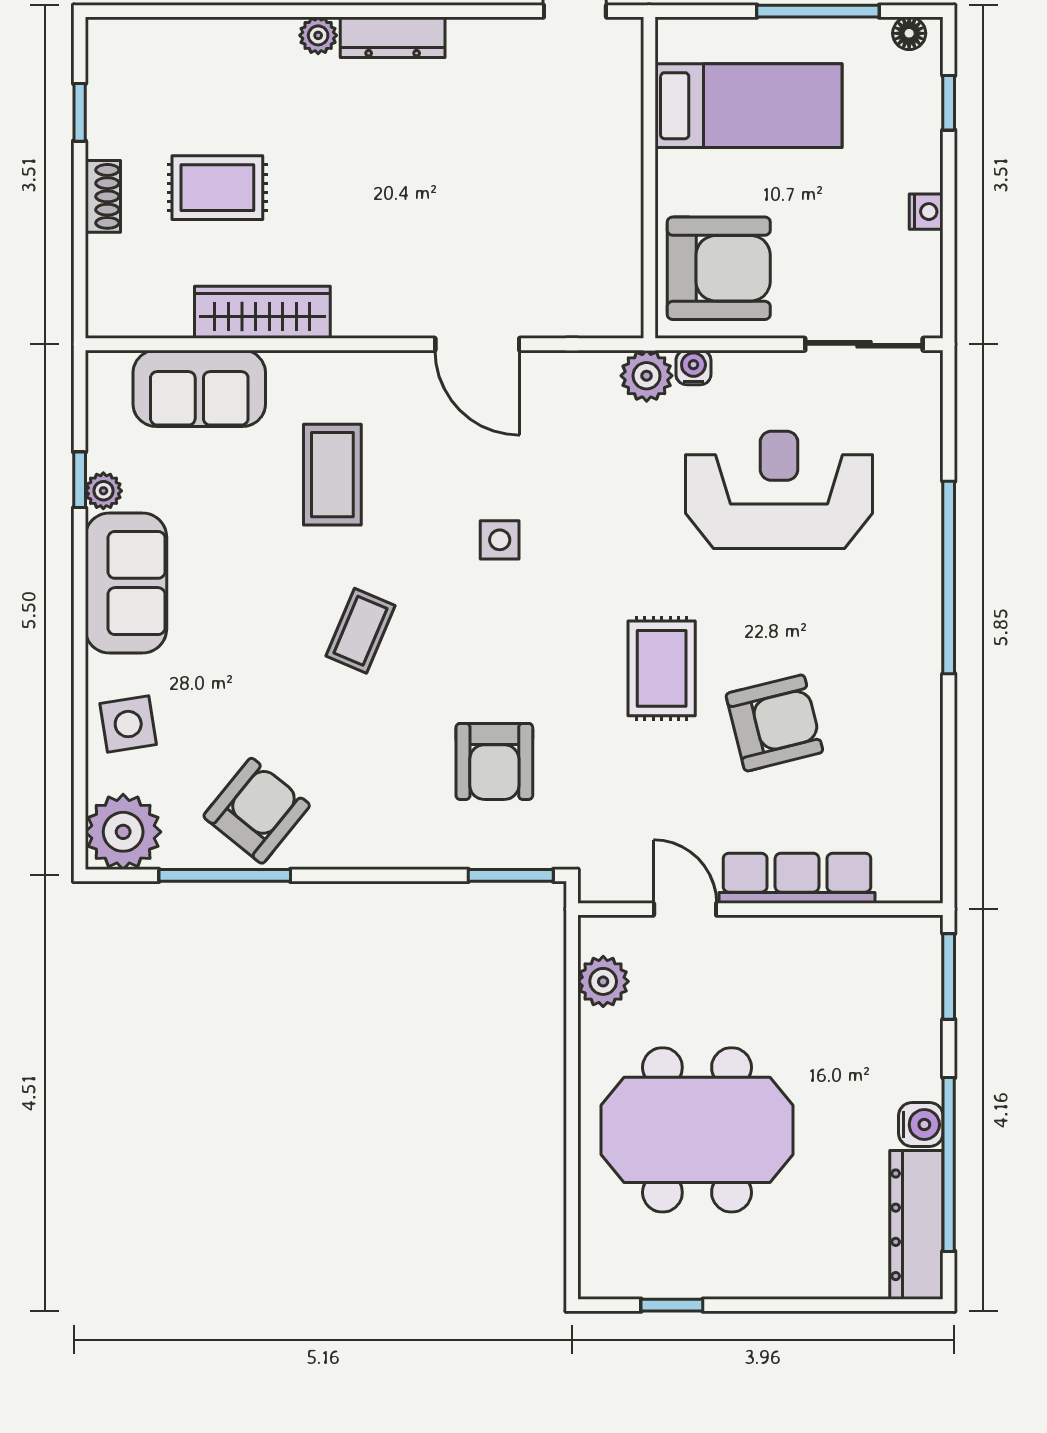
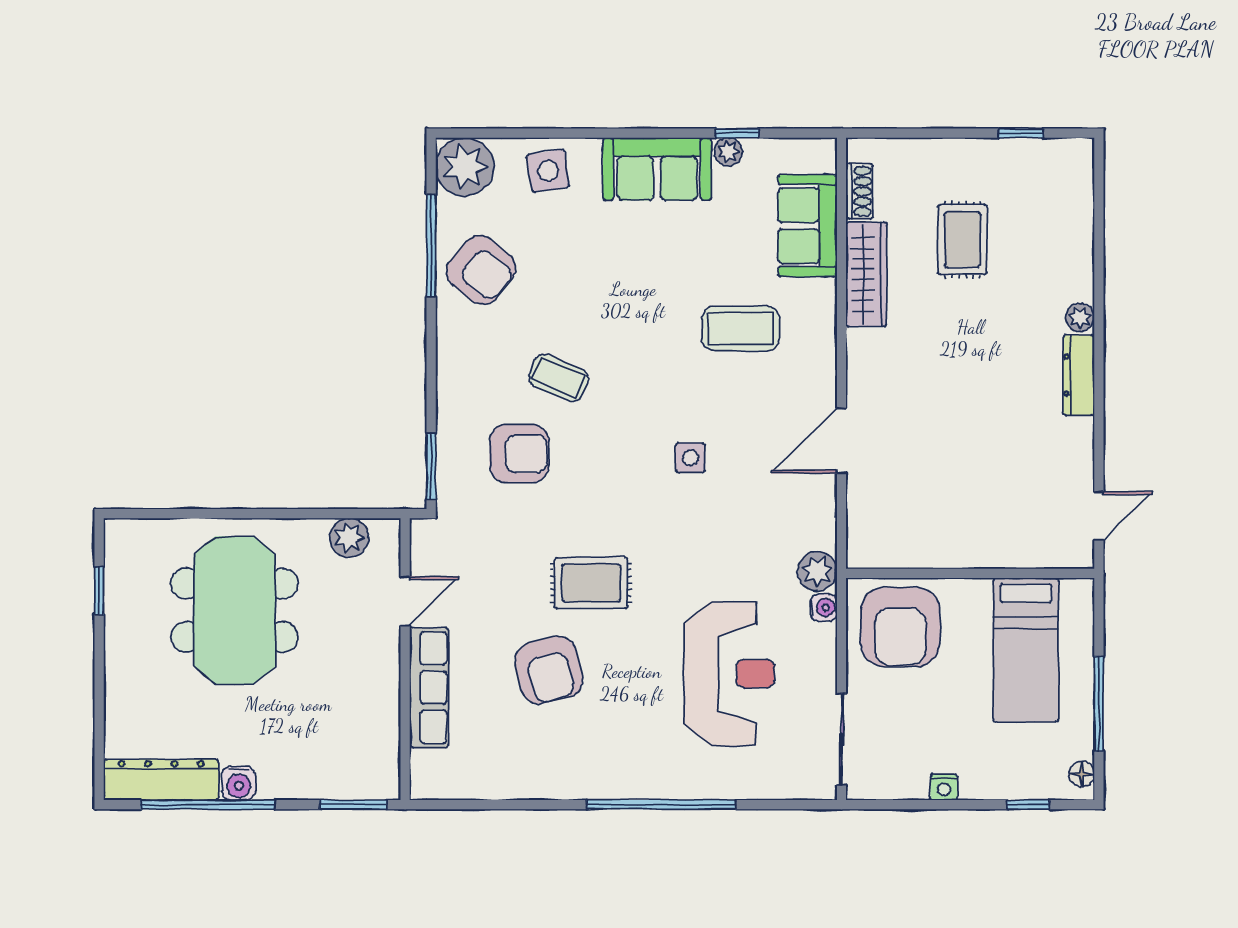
shoe rack: (103, 196) -> (859, 191), moved, turned -90
coffee table: (360, 631) -> (558, 378), moved
armchair: (494, 761) -> (519, 454), turned 180

